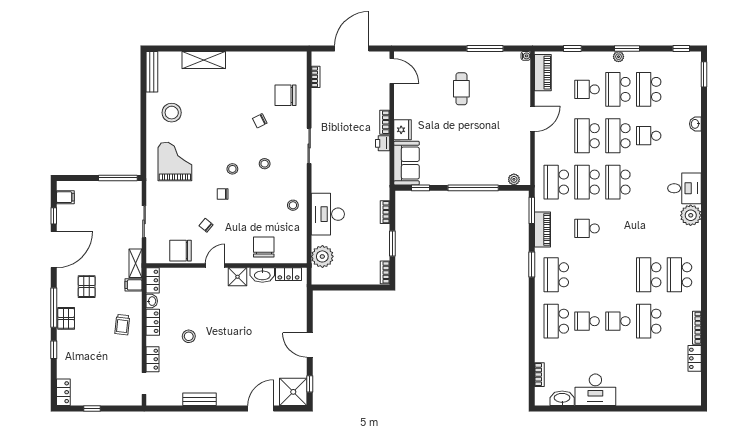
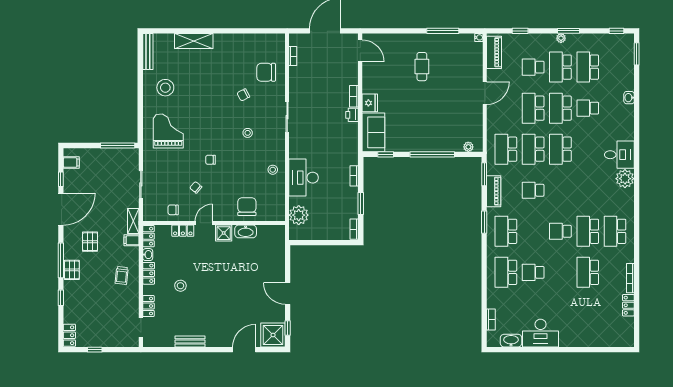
stool: (232, 169) -> (219, 138), removed
chair: (181, 251) -> (173, 210), width x0.54, depth x0.54
locker: (288, 274) -> (183, 231), moved
school desk: (618, 321) -> (560, 231), moved

